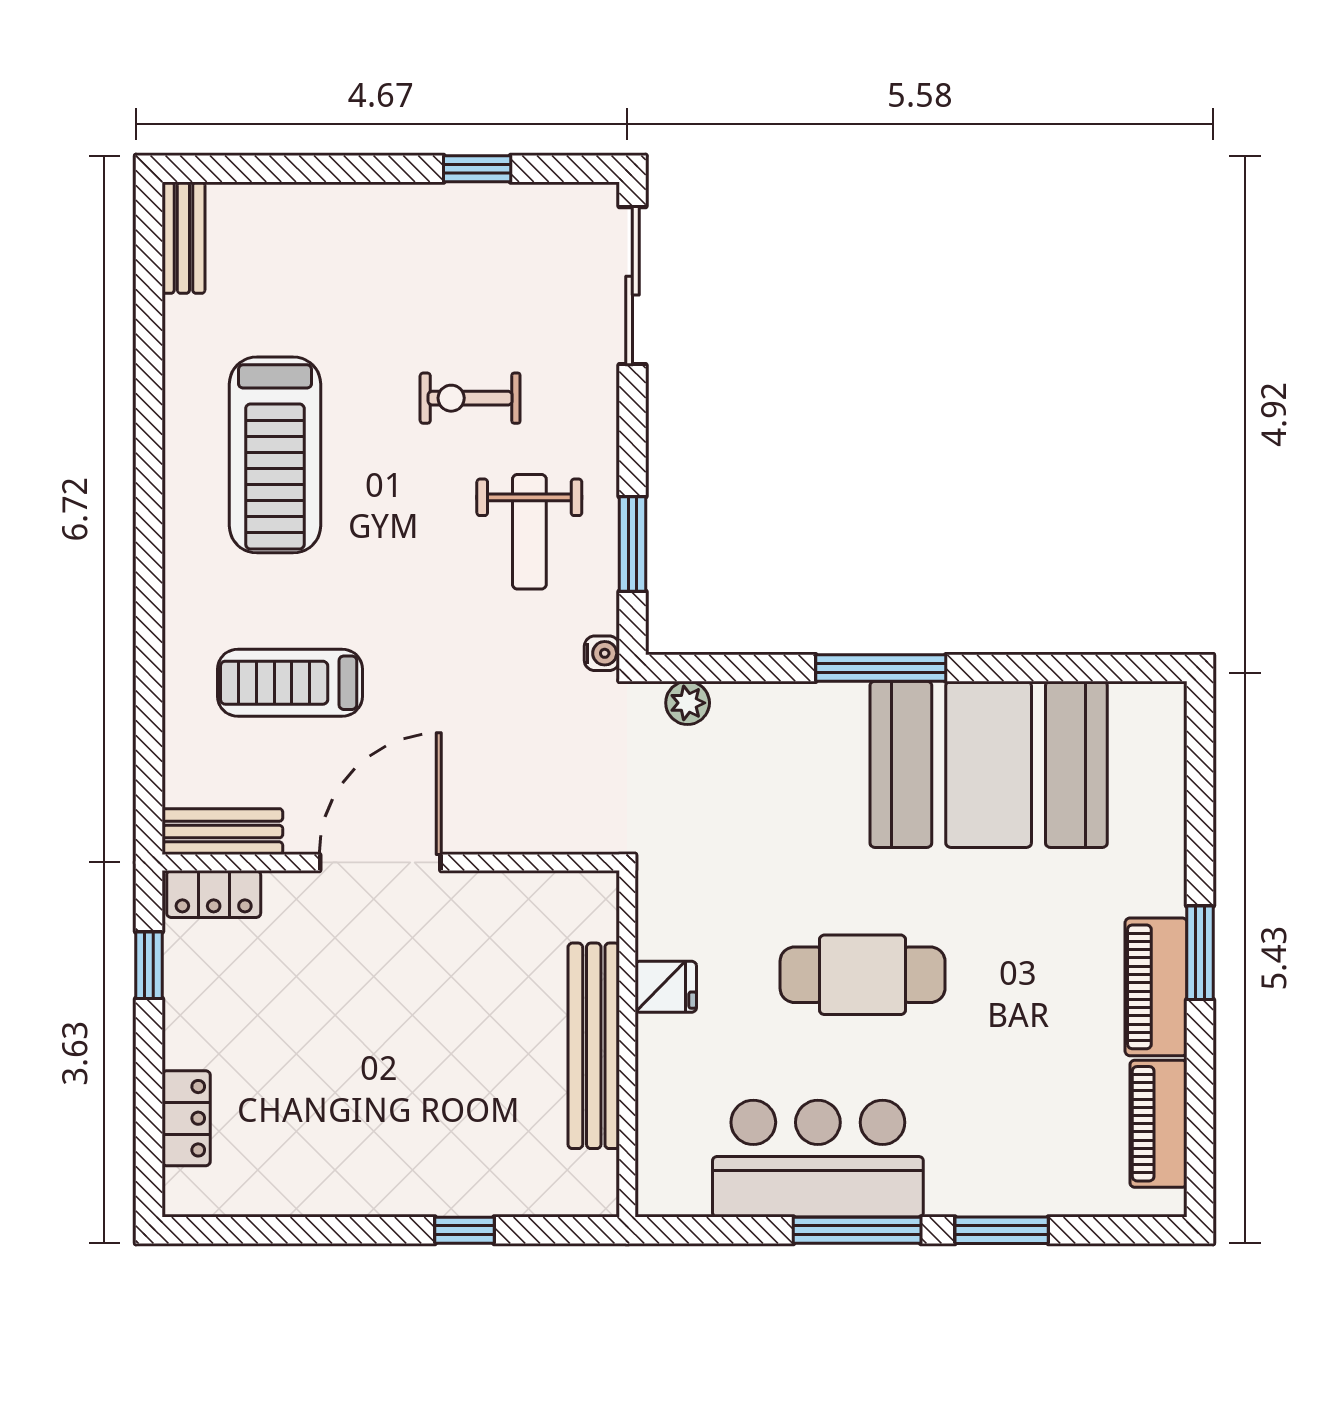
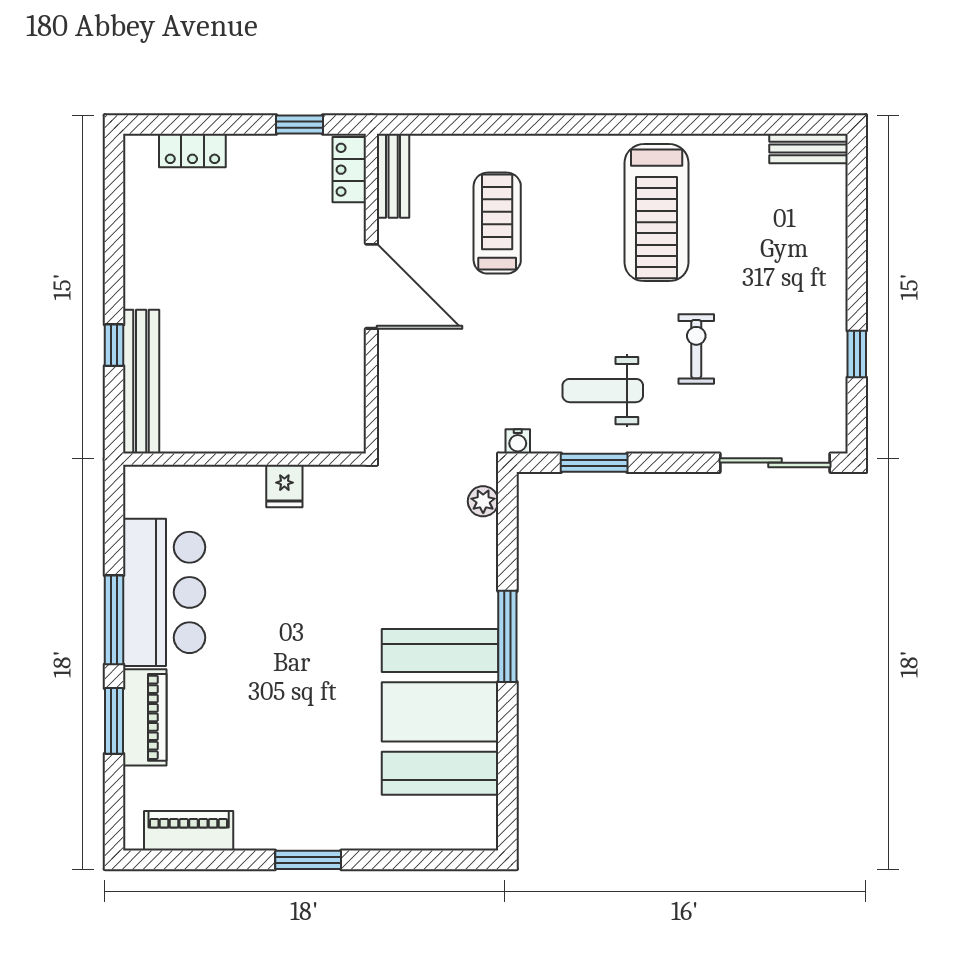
treadmill: (275, 455) -> (657, 213), turned -90
cafe table: (863, 975) -> (293, 624), removed
piano: (1156, 987) -> (145, 717), moved, turned 90
bench: (594, 1046) -> (141, 382), moved, turned 90

